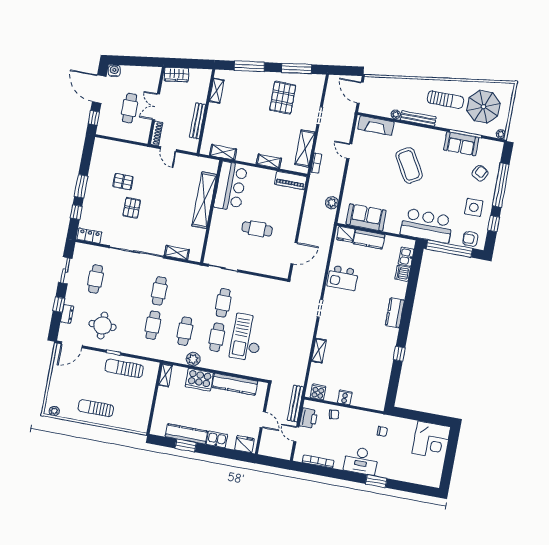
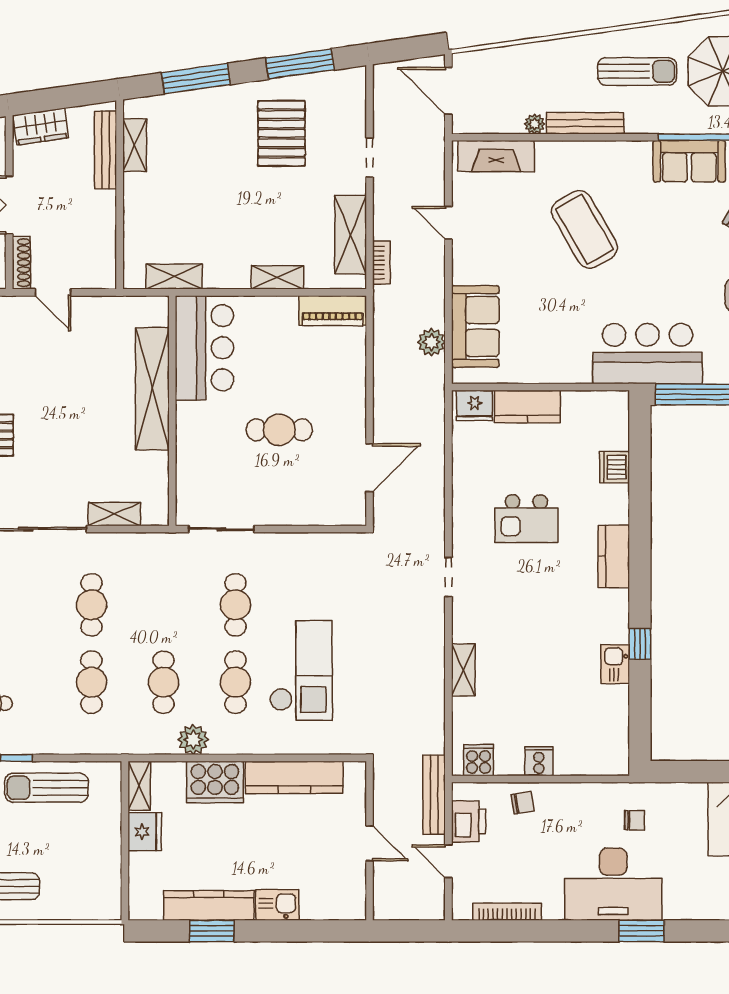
bench: (198, 121) -> (106, 150), moved
sofa: (366, 217) -> (475, 326), moved, turned 90
kitchen sink: (406, 257) -> (615, 664), moved
kitchen island: (343, 278) -> (526, 519), moved
checkout: (247, 337) -> (301, 670), turned 180
fridge: (244, 444) -> (145, 832), moved, turned 90
desk: (361, 461) -> (613, 884), width x1.36, depth x1.30

